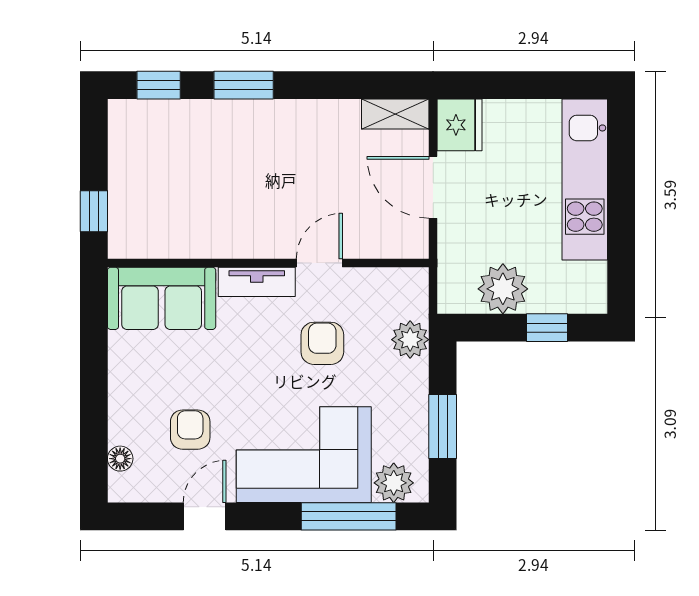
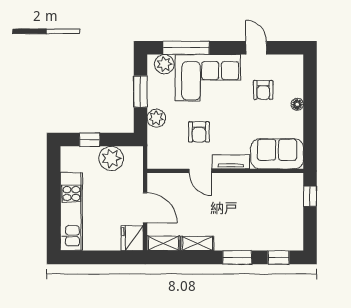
shelving: (325, 114) -> (197, 243), added
door: (319, 263) -> (200, 171), hinge flipped
plant: (410, 340) -> (156, 118), moved
floor lamp: (120, 459) -> (297, 104), moved
door: (205, 516) -> (256, 48), swing flipped

